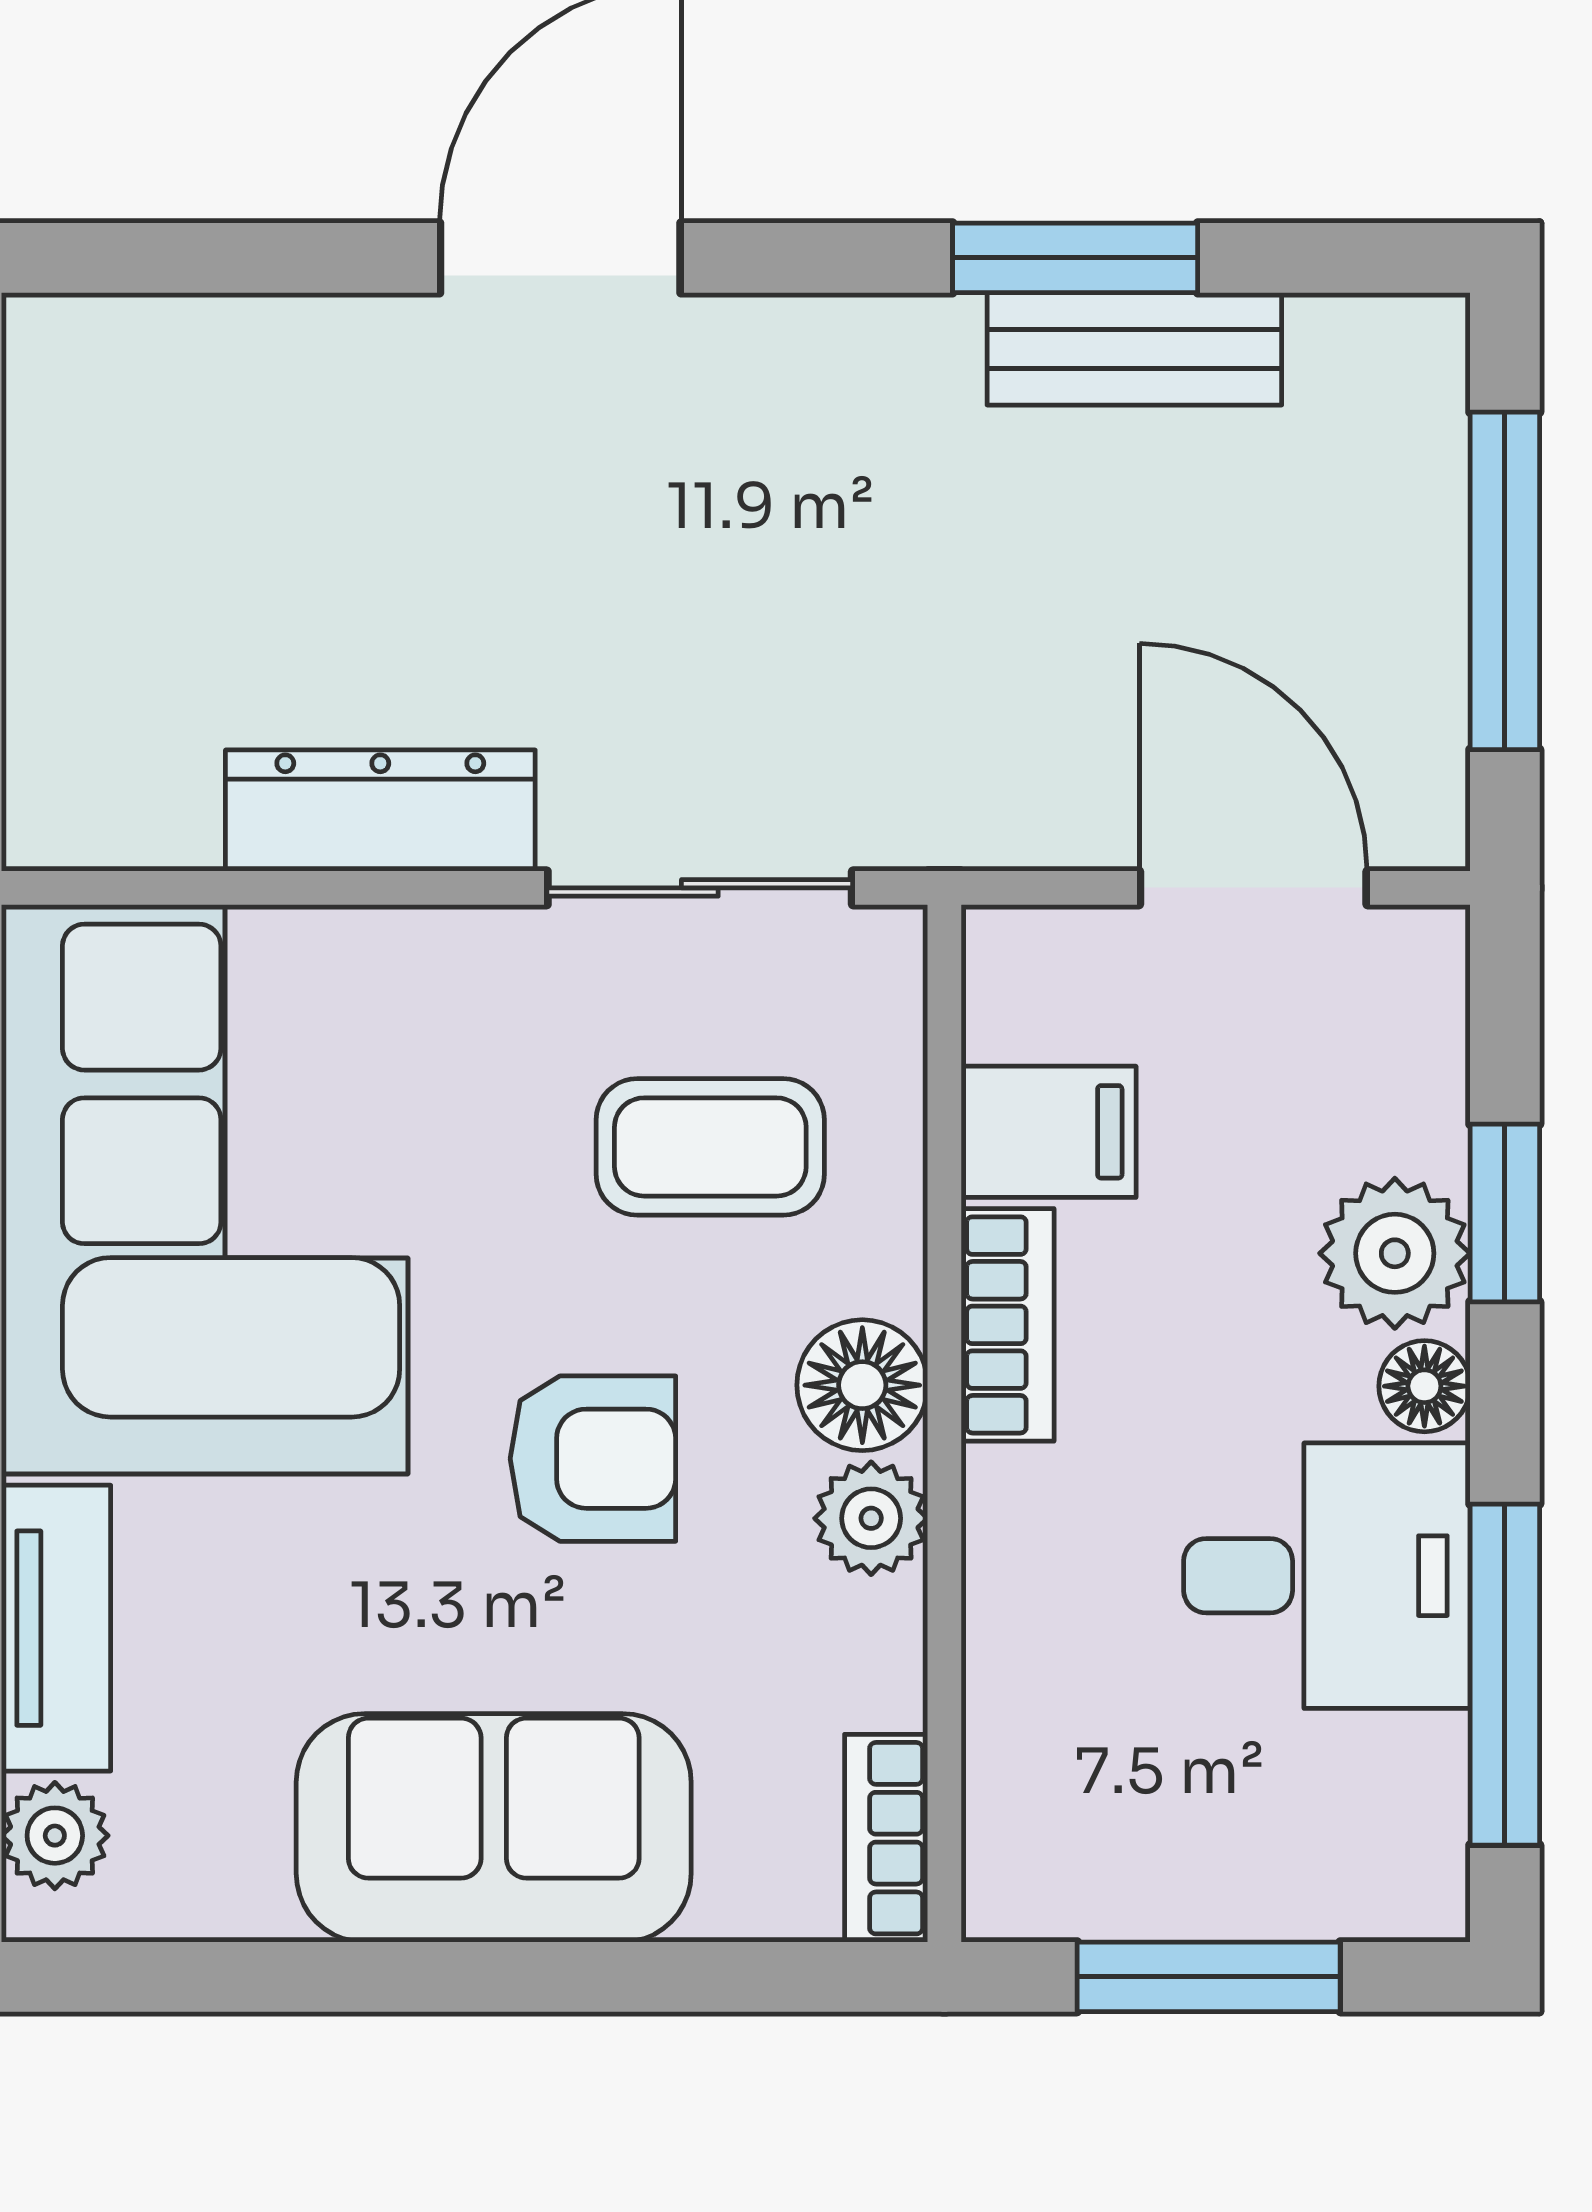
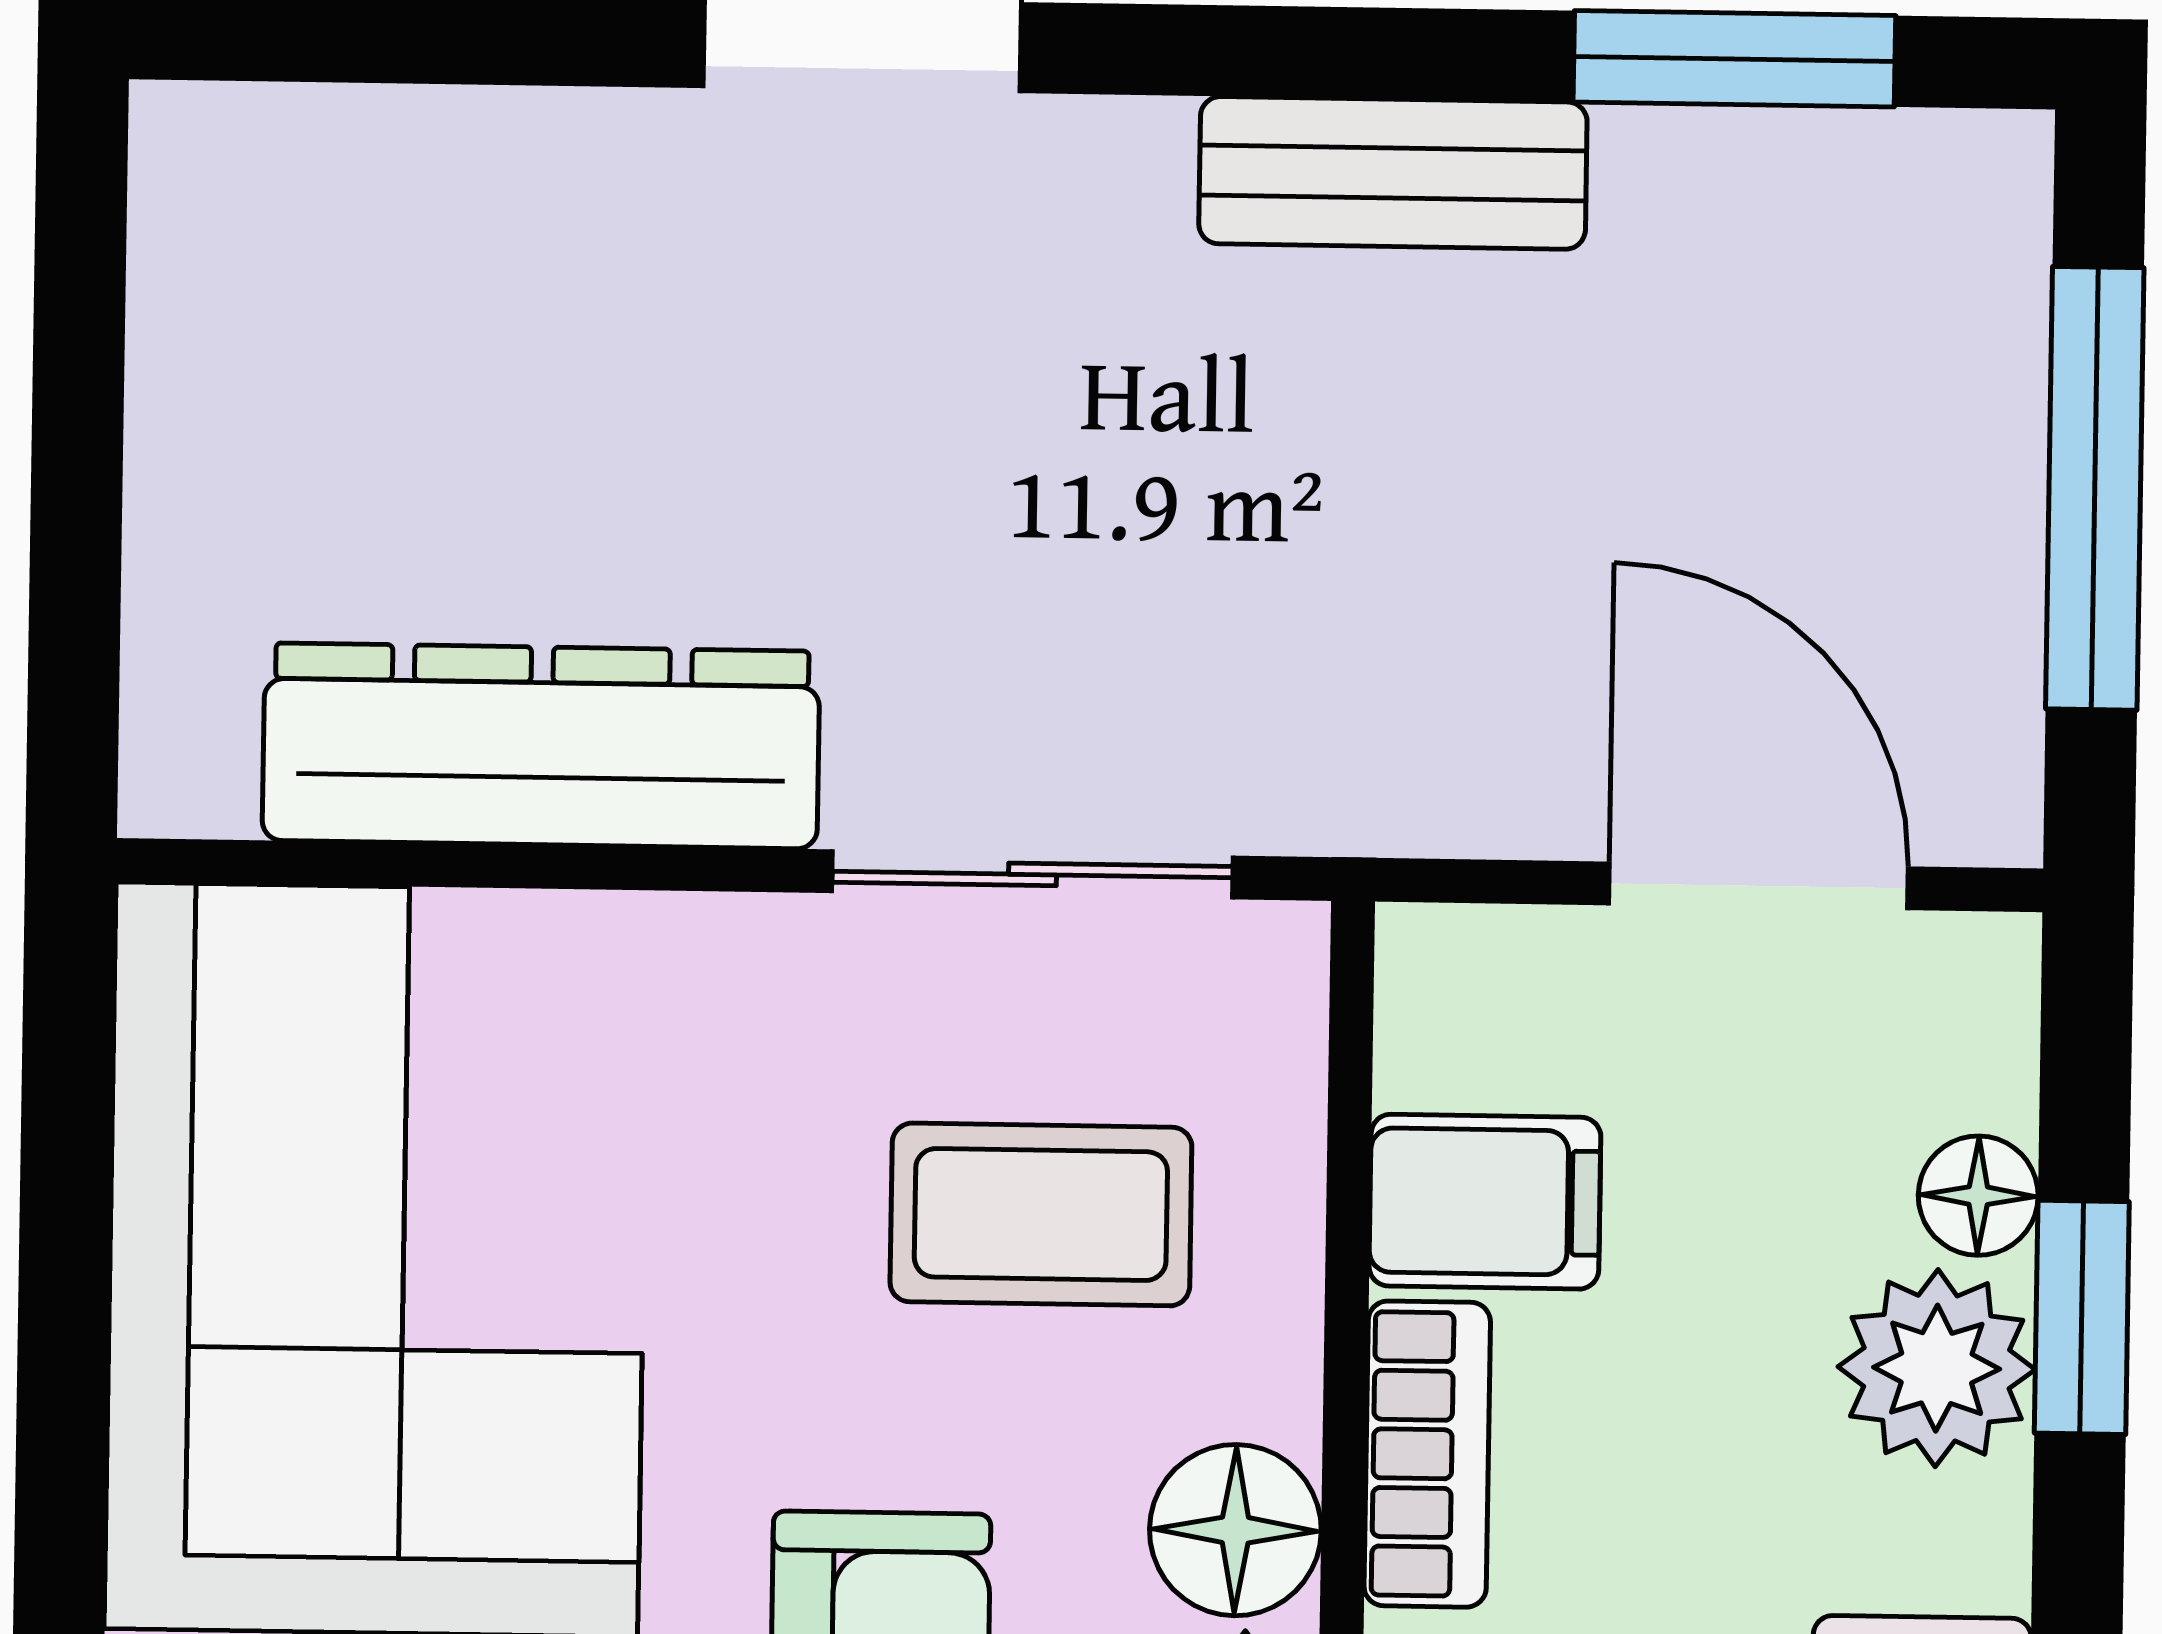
window: (1075, 258) -> (1734, 59), moved
bench: (1134, 349) -> (1393, 173), moved
dresser: (380, 811) -> (541, 746), width x1.37, depth x1.24
floor lamp: (1424, 1386) -> (1978, 1196), moved

